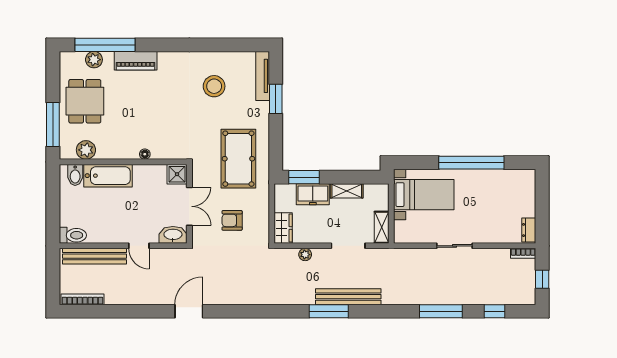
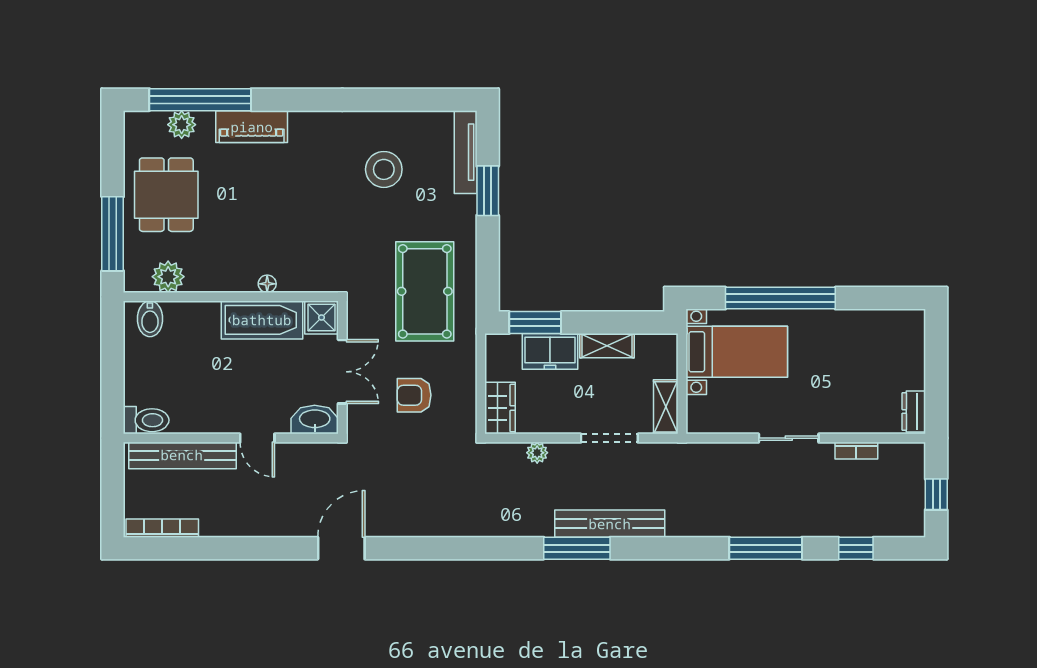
window: (471, 163) -> (780, 298), moved
bathtub: (108, 176) -> (262, 320), moved
bookcase: (523, 253) -> (856, 451), moved

